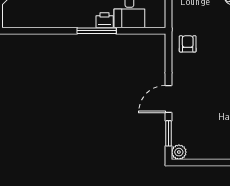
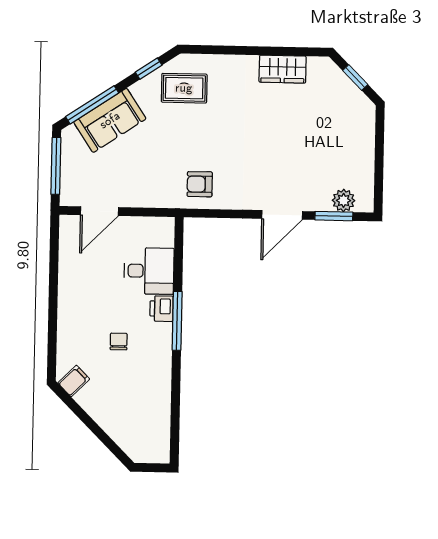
door: (168, 99) -> (282, 215), hinge flipped
plant: (179, 152) -> (344, 200), moved

